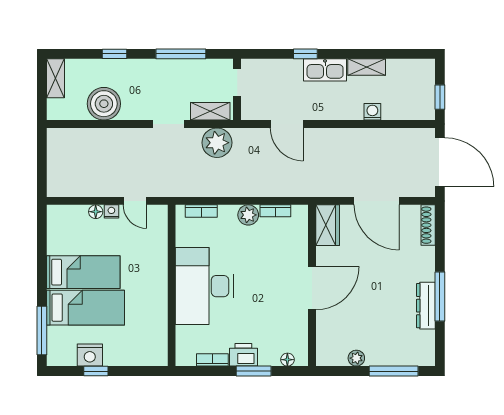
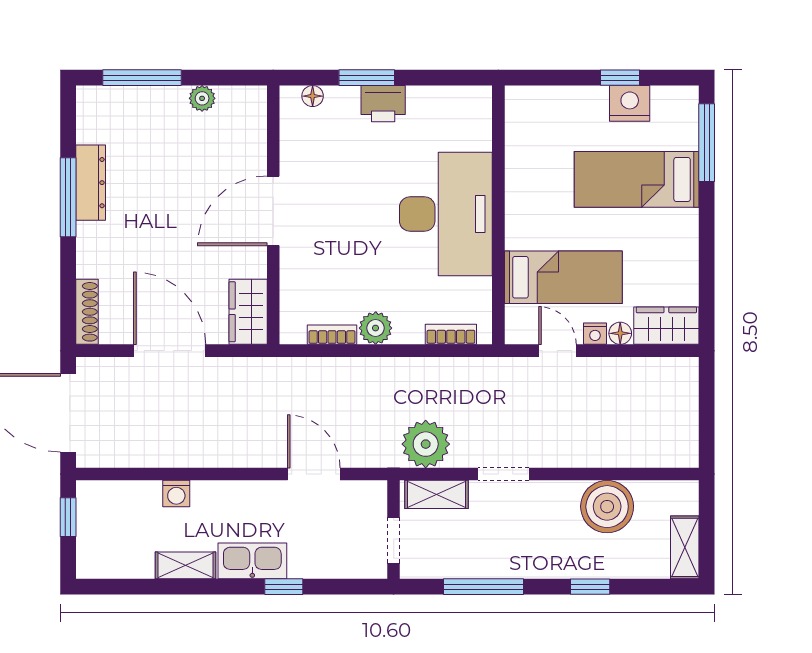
wardrobe: (67, 216) -> (666, 326), added
bed: (83, 272) -> (563, 277), moved, turned 180
bookcase: (212, 360) -> (433, 95), removed

